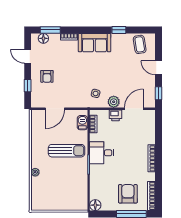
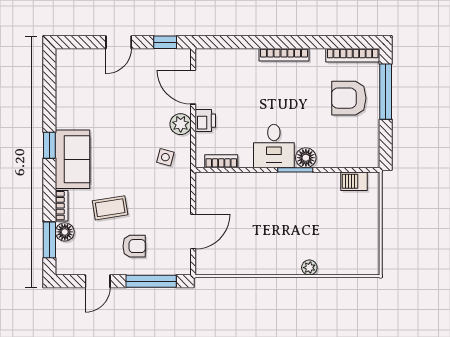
window: (119, 30) -> (49, 145), moved
floor lamp: (43, 38) -> (65, 232), moved
coffee table: (140, 44) -> (110, 208), moved
window: (28, 86) -> (151, 281), width x2.17
door: (55, 109) -> (193, 232), hinge flipped
barbecue: (82, 123) -> (354, 181), moved
sun lounger: (67, 151) -> (270, 210), removed
floor lamp: (95, 205) -> (306, 158), moved

